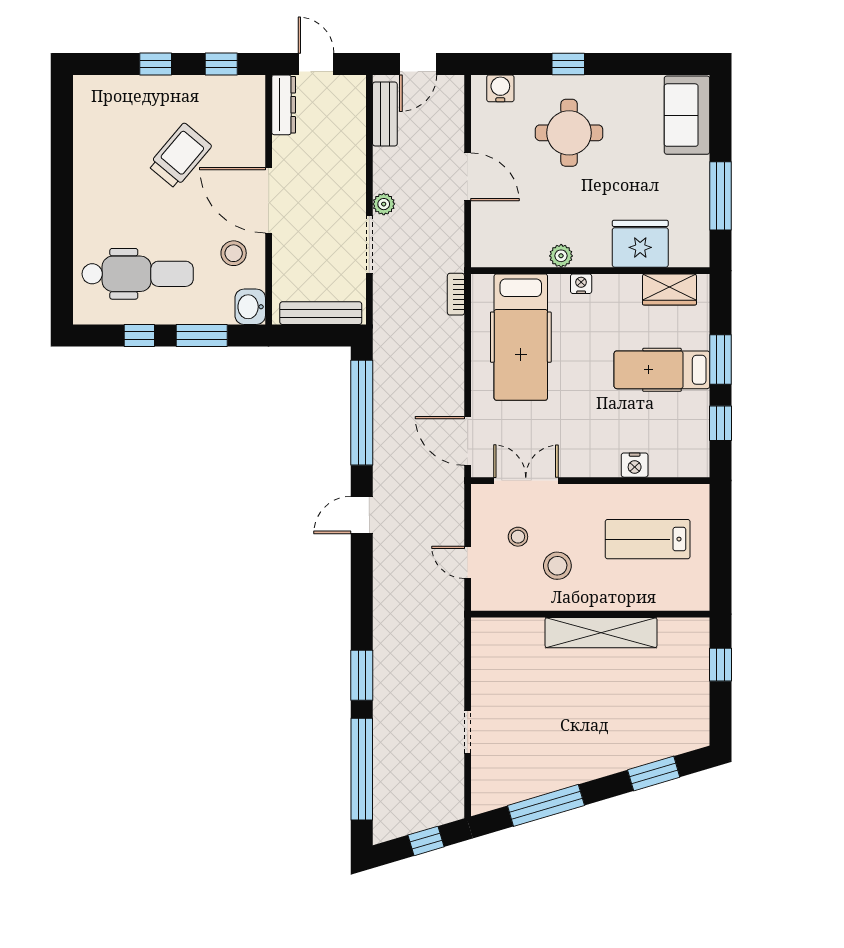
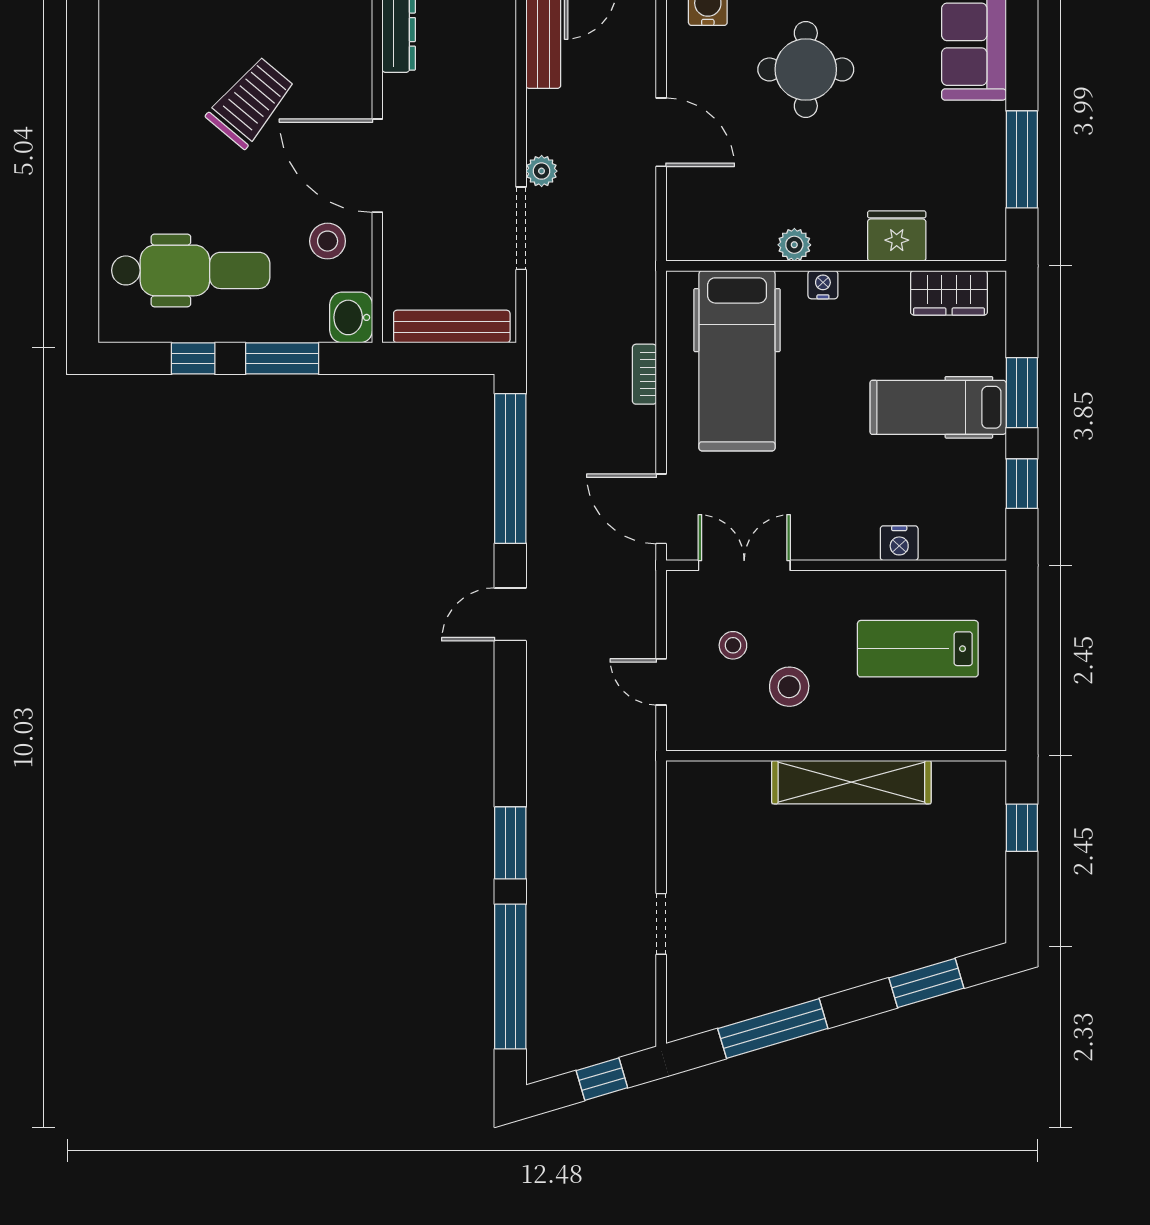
fridge: (640, 244) -> (897, 236), width x0.73, depth x0.75
bookcase: (456, 294) -> (644, 374), moved

